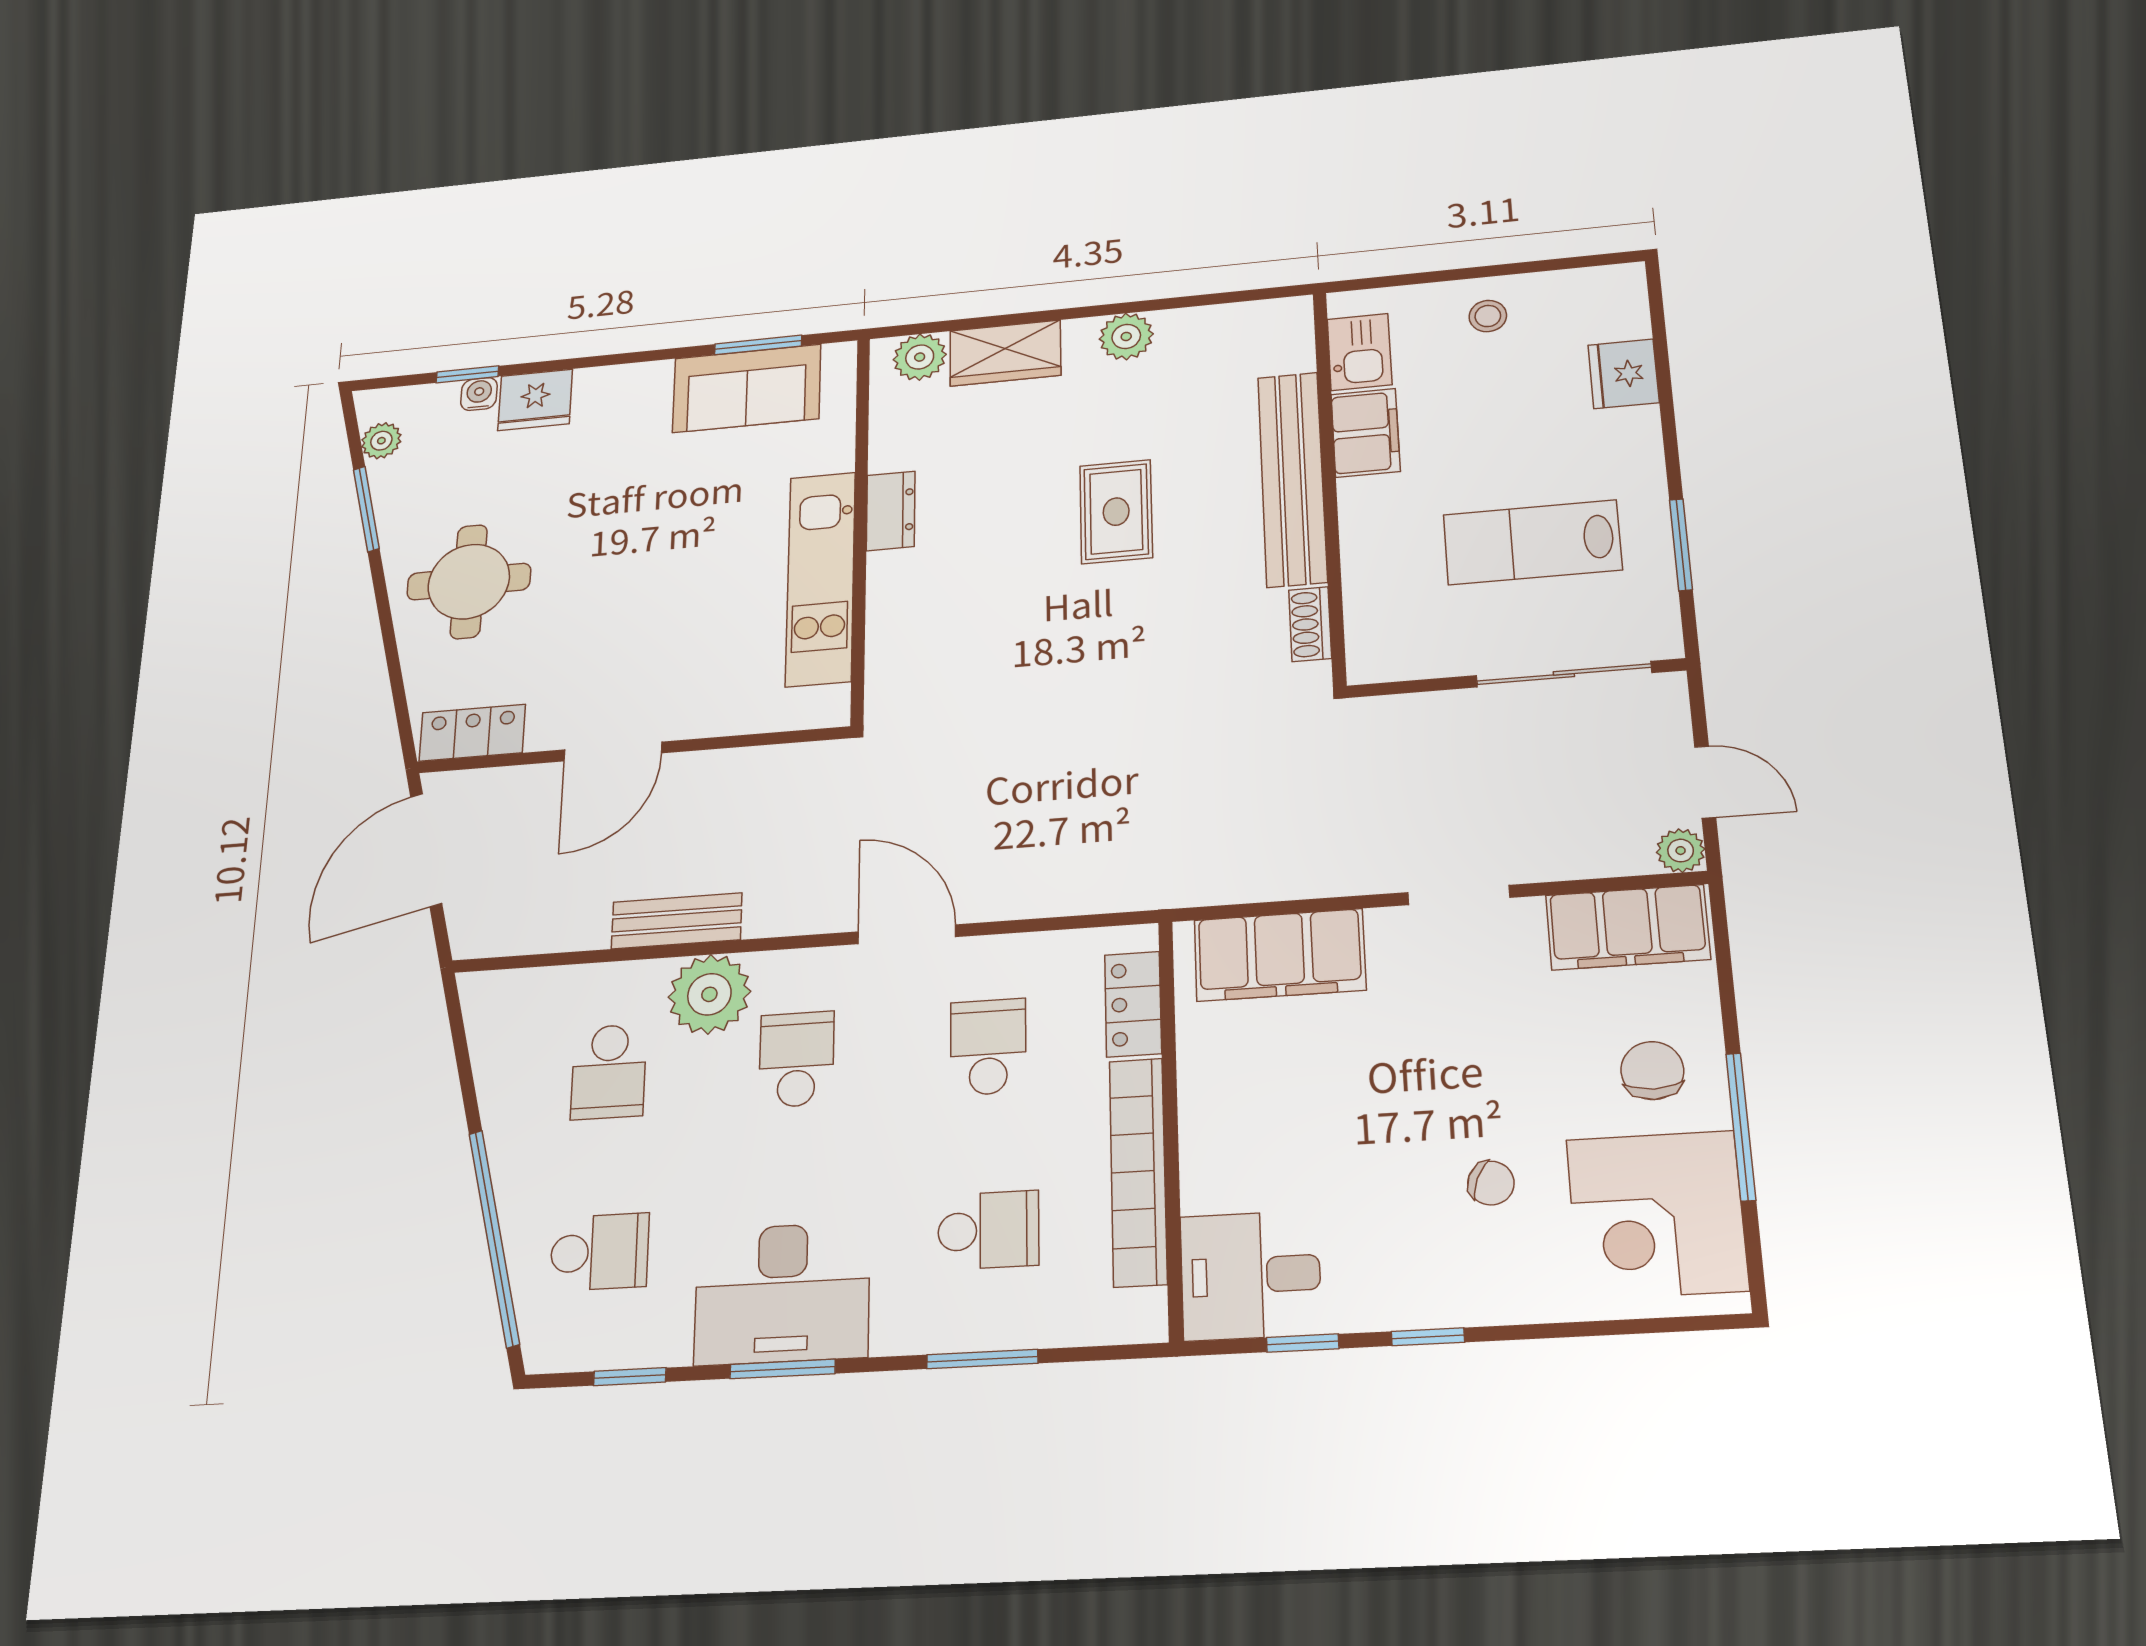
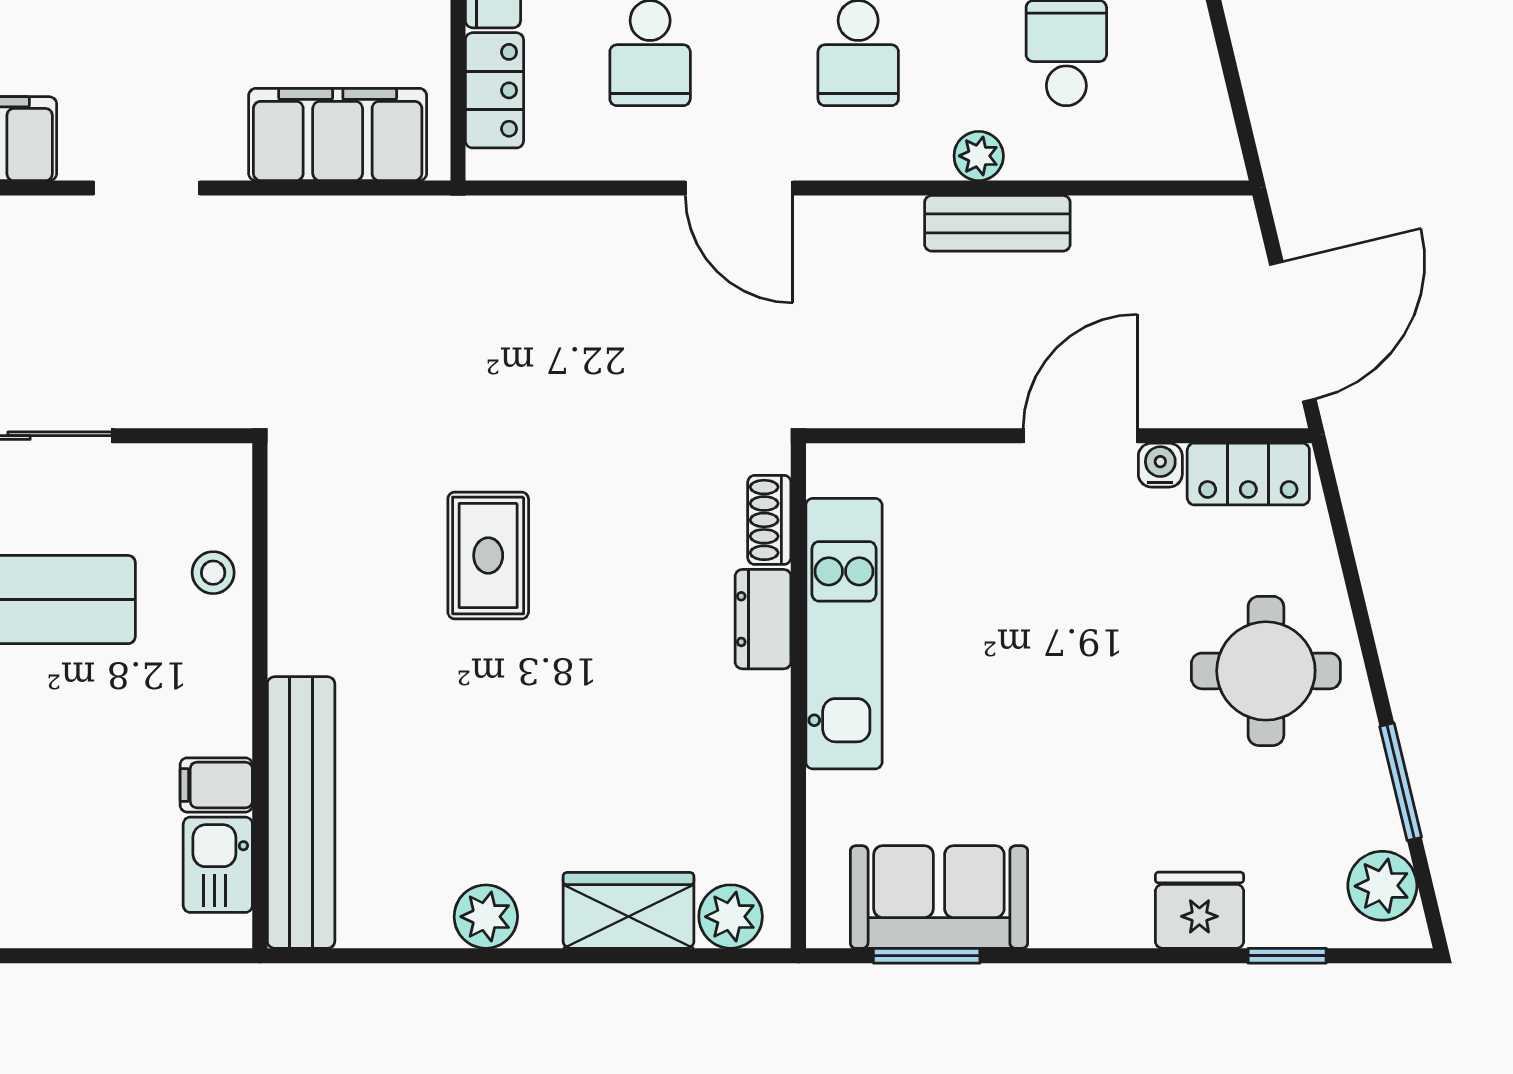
stool: (1488, 316) -> (213, 573), moved
water cooler: (479, 394) -> (1160, 465), moved, turned 180
filing cabinet: (1366, 433) -> (216, 785), width x0.50
plant: (381, 441) -> (1382, 886), width x1.38, depth x1.38
bench: (1292, 479) -> (301, 812), moved
dresser: (891, 511) -> (763, 619), moved
rug: (1116, 512) -> (488, 555), moved
shoe rack: (1310, 624) -> (769, 520), moved, turned 180
plant: (709, 994) -> (979, 156), width x0.53, depth x0.53

